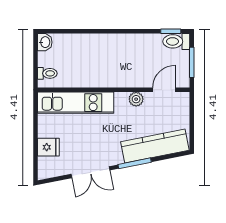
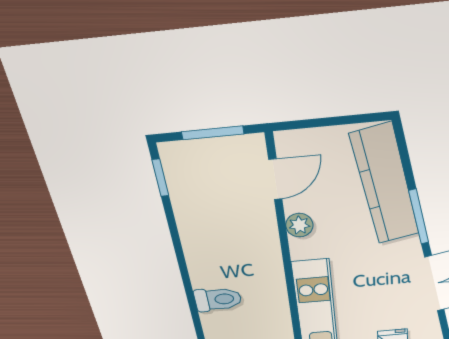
toilet: (176, 41) -> (218, 299), moved, turned -90
door: (164, 90) -> (275, 179), swing flipped

